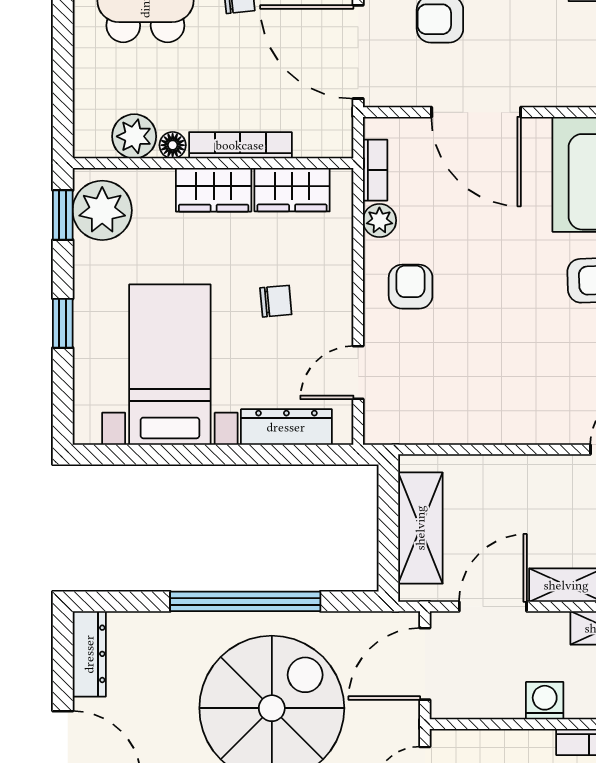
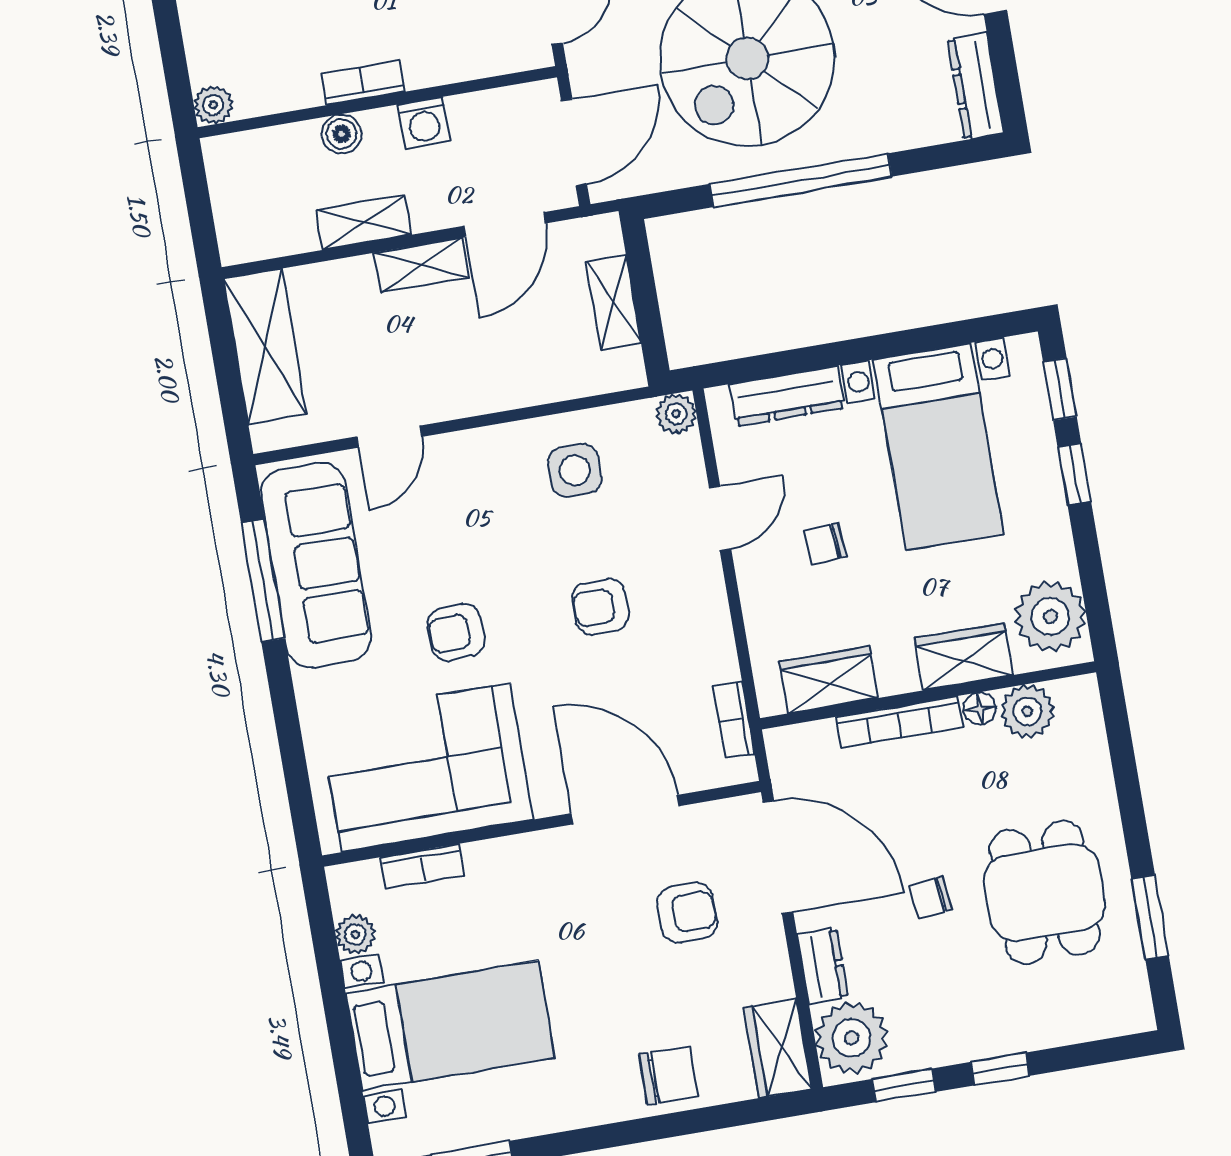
wardrobe: (214, 190) -> (964, 657), moved
window: (63, 215) -> (1060, 389), moved
plant: (379, 220) -> (676, 414), moved
armchair: (411, 287) -> (600, 607), moved, turned 90
door: (358, 373) -> (720, 519), moved
side table: (470, 396) -> (575, 470), added
shelving: (420, 528) -> (614, 302), width x0.67, depth x0.75

